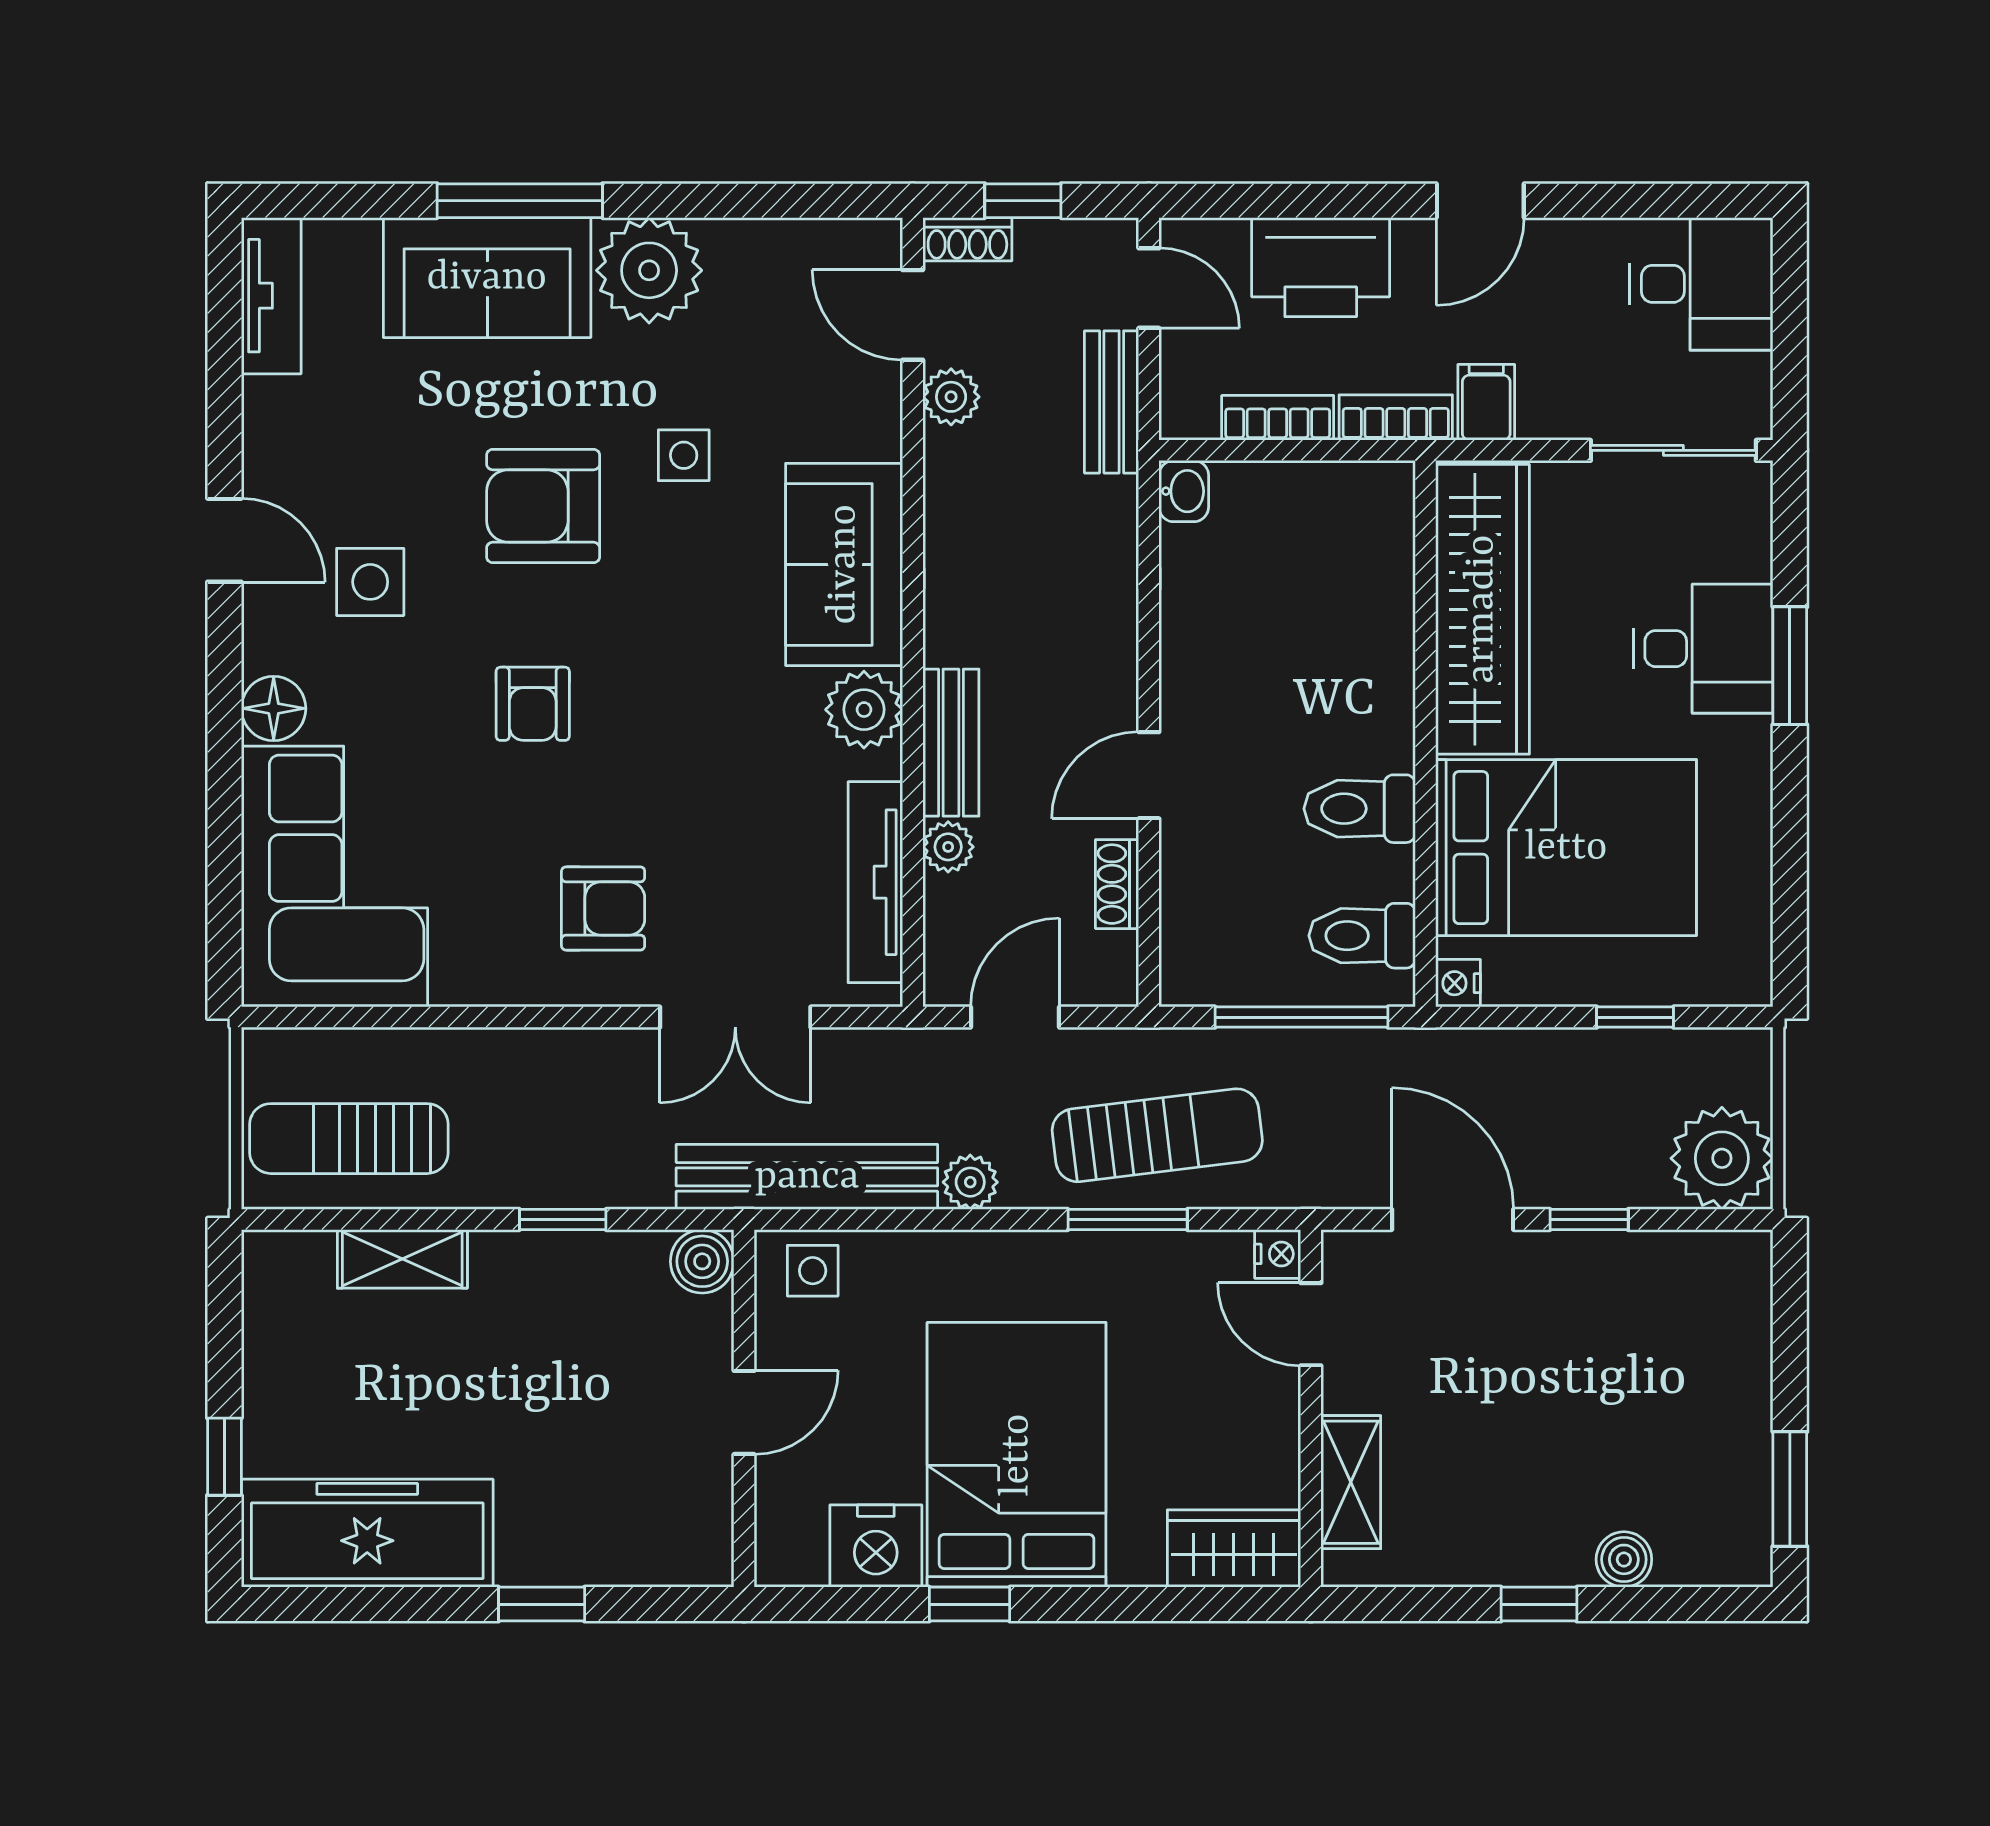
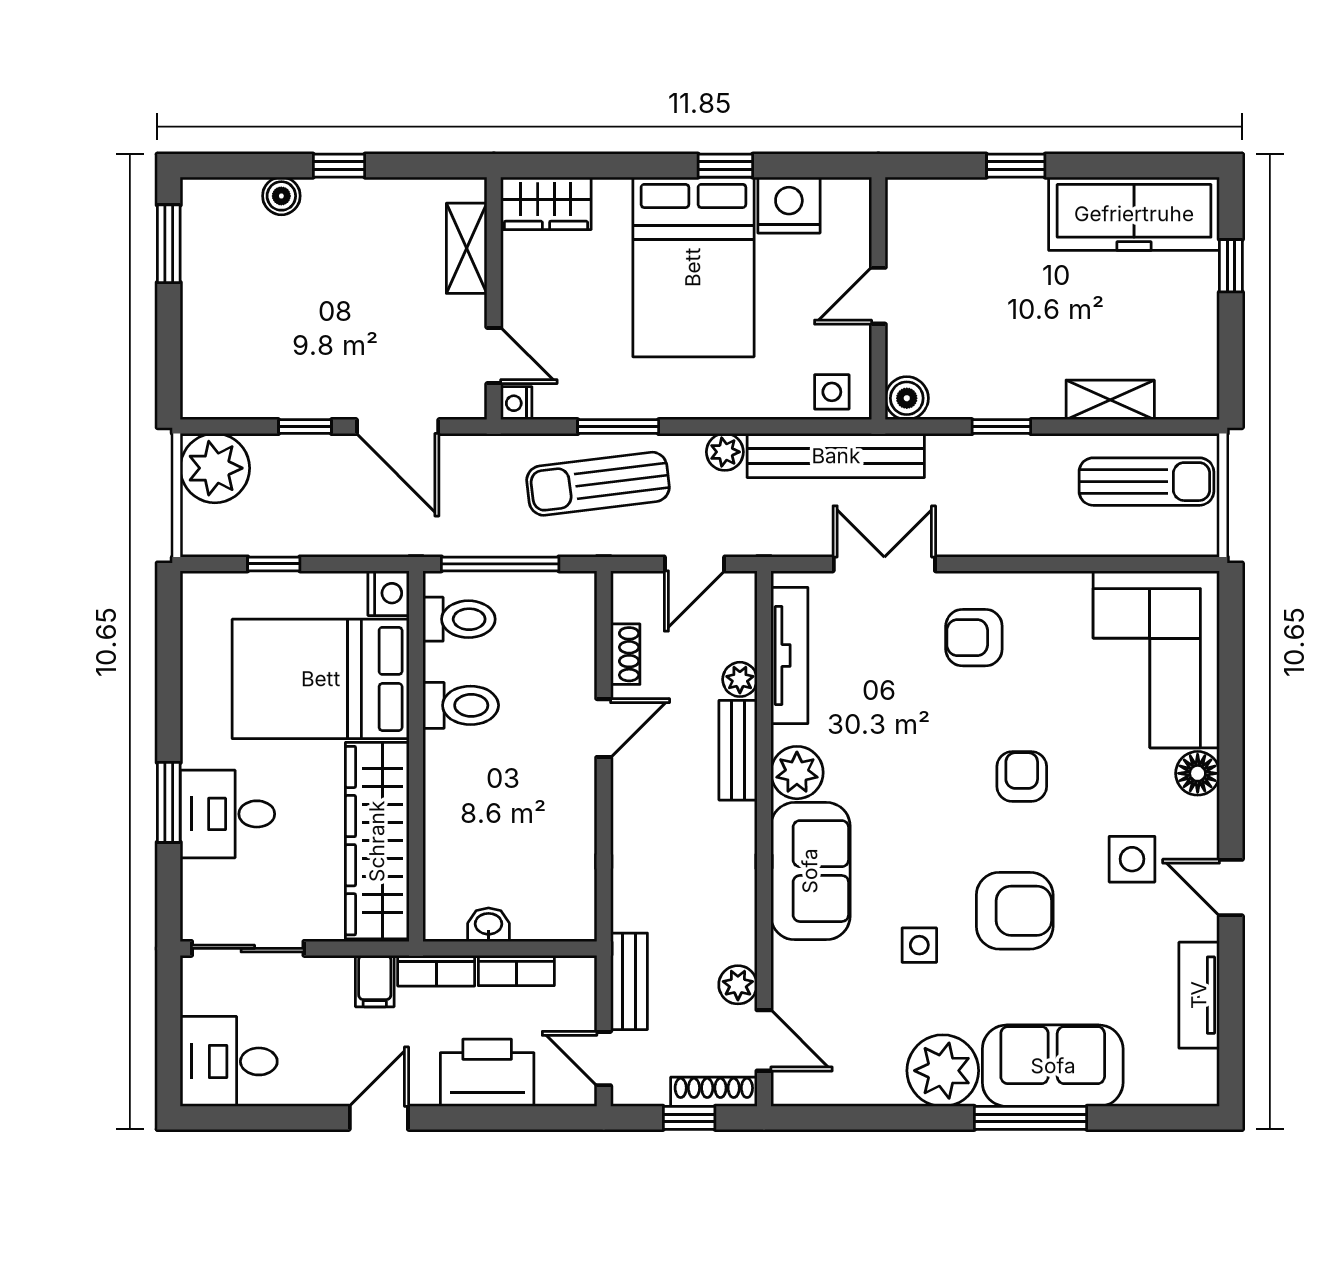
shoe rack: (967, 239) -> (714, 1092), width x1.43
tv unit: (271, 296) -> (1199, 995), moved
washbasin: (1184, 491) -> (488, 925), moved, turned 90
nightstand: (1458, 983) -> (389, 593), width x1.39, depth x1.35

